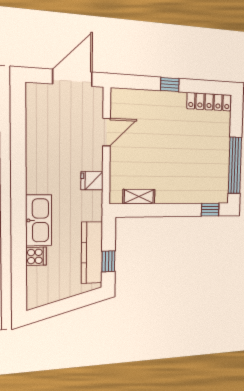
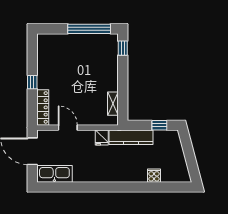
locker: (209, 102) -> (43, 107), moved
kitchen sink: (39, 220) -> (54, 174), moved
kitchen counter: (92, 253) -> (131, 137), moved

